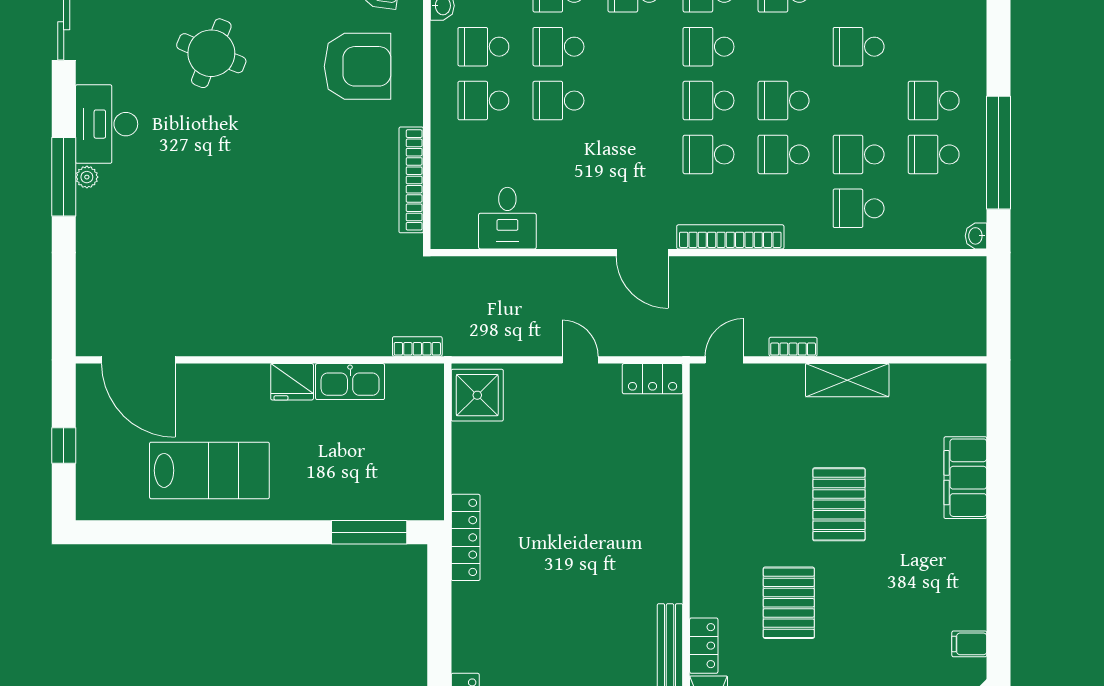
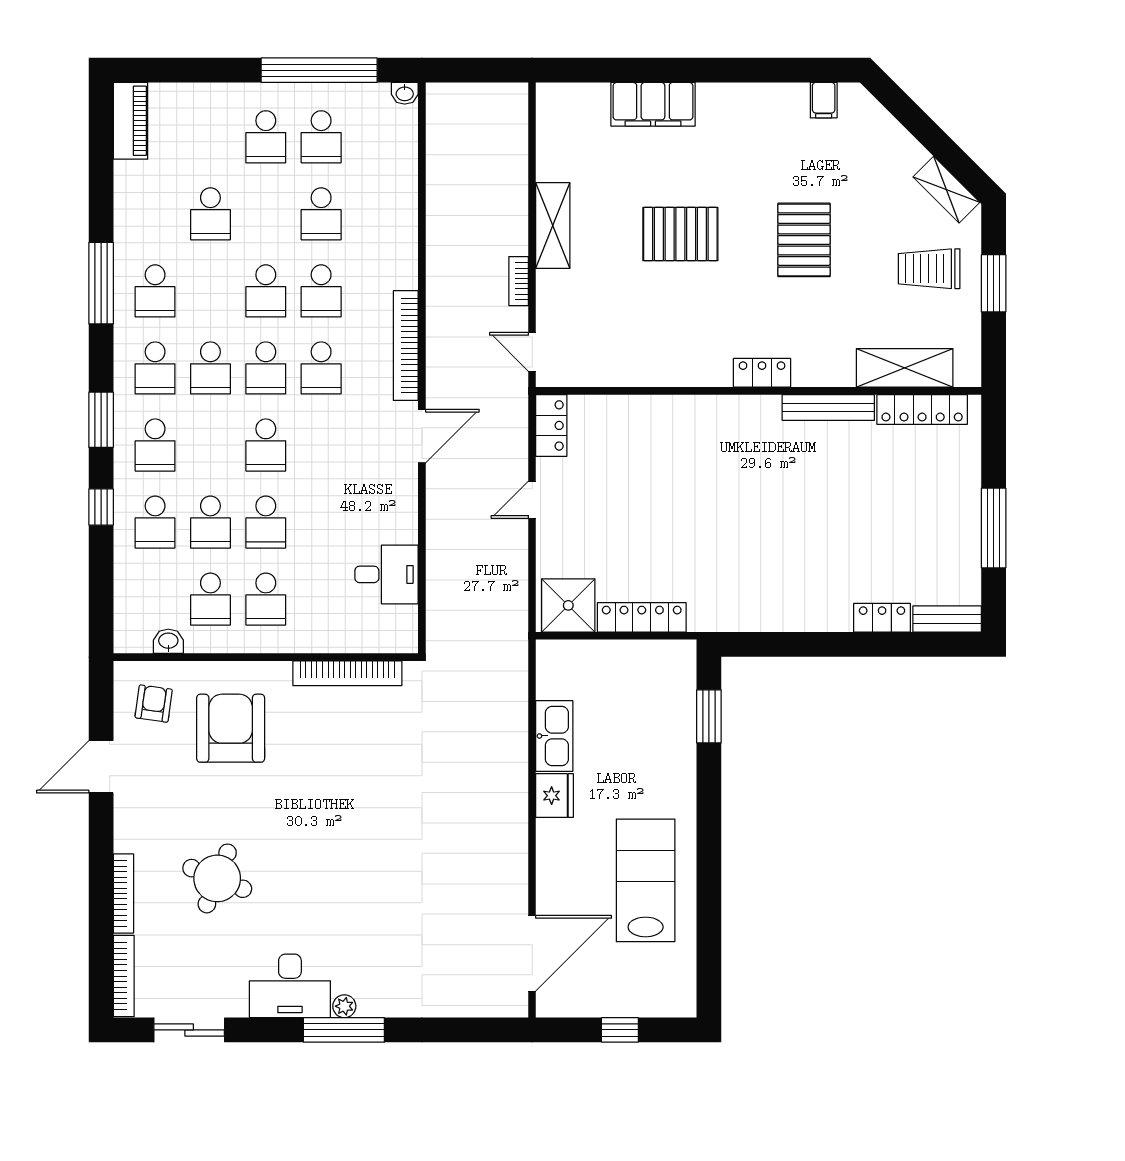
school desk: (859, 208) -> (266, 445), moved
bookcase: (417, 346) -> (518, 667), removed
window: (369, 532) -> (709, 716), width x0.69
locker: (466, 537) -> (642, 617), moved
pallet: (789, 603) -> (804, 240), moved, turned 90
locker: (704, 646) -> (762, 373), moved

